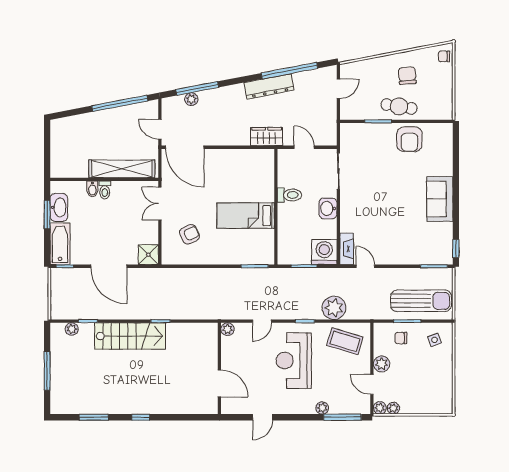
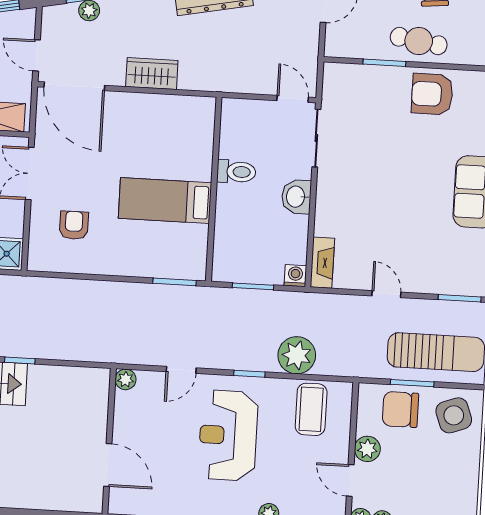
wardrobe: (267, 136) -> (152, 74), moved
armchair: (409, 139) -> (432, 94), turned 90
door: (304, 147) -> (293, 99), moved
armchair: (190, 234) -> (74, 225), turned -64
washing machine: (324, 252) -> (295, 276), width x0.53, depth x0.53
door: (365, 266) -> (386, 294), moved
chair: (401, 338) -> (401, 409), width x1.87, depth x1.87
side table: (435, 340) -> (454, 415), width x1.87, depth x1.87
coffee table: (345, 341) -> (311, 409), turned 73

